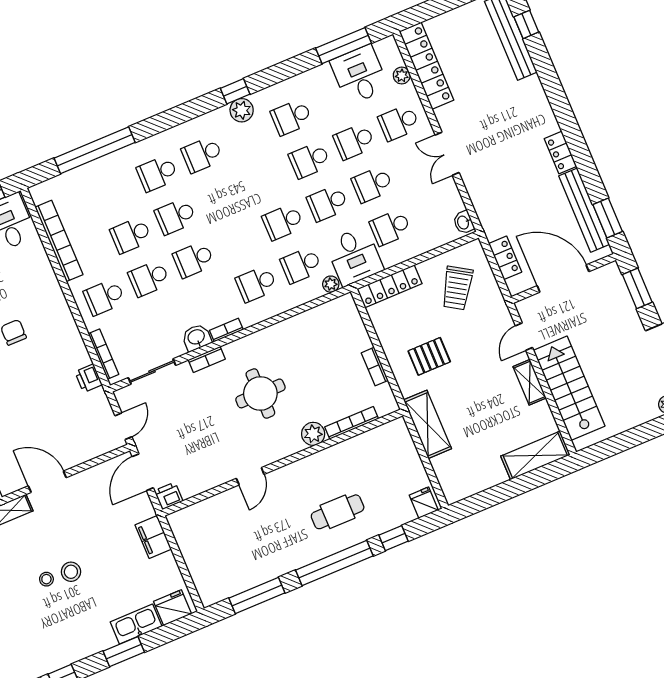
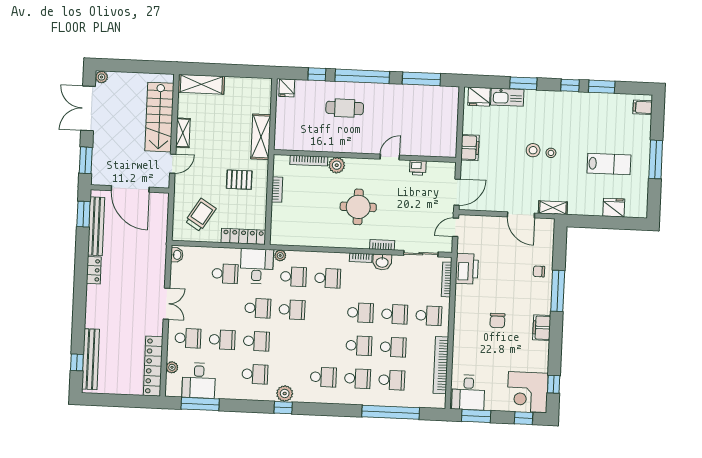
school desk: (372, 184) -> (392, 380), moved
locker: (505, 258) -> (161, 220), removed
printer: (89, 378) -> (467, 269), width x1.87, depth x1.48
printer: (169, 496) -> (418, 168), moved

